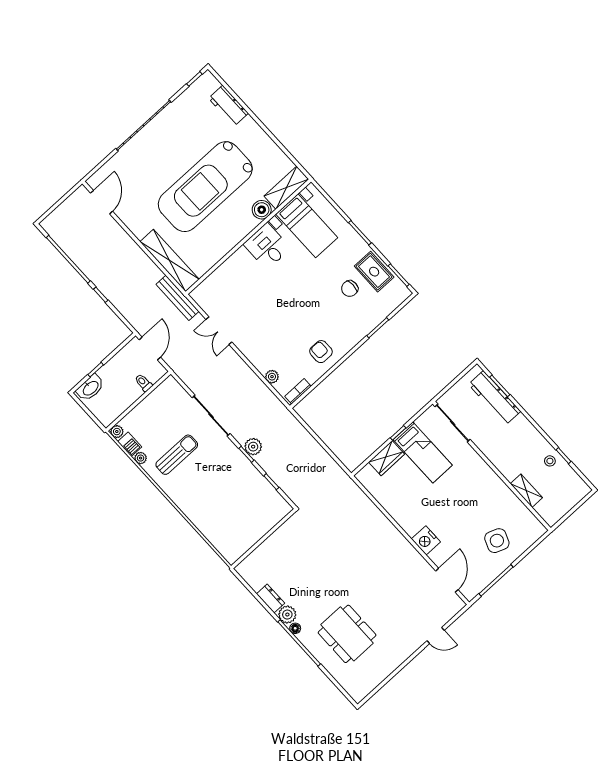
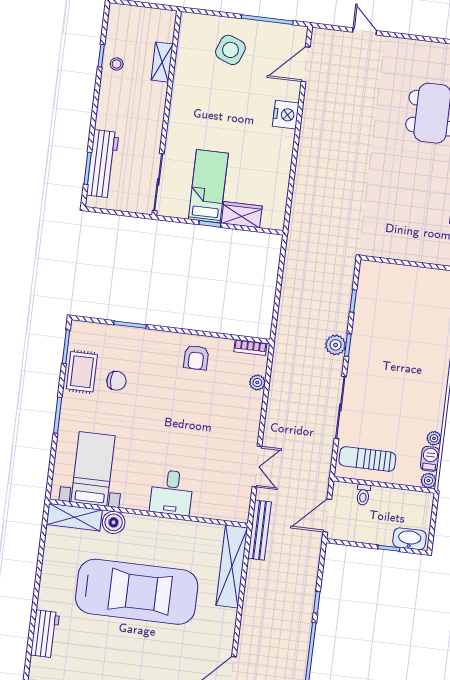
desk: (267, 246) -> (172, 493), moved
sun lounger: (177, 455) -> (367, 459), moved

